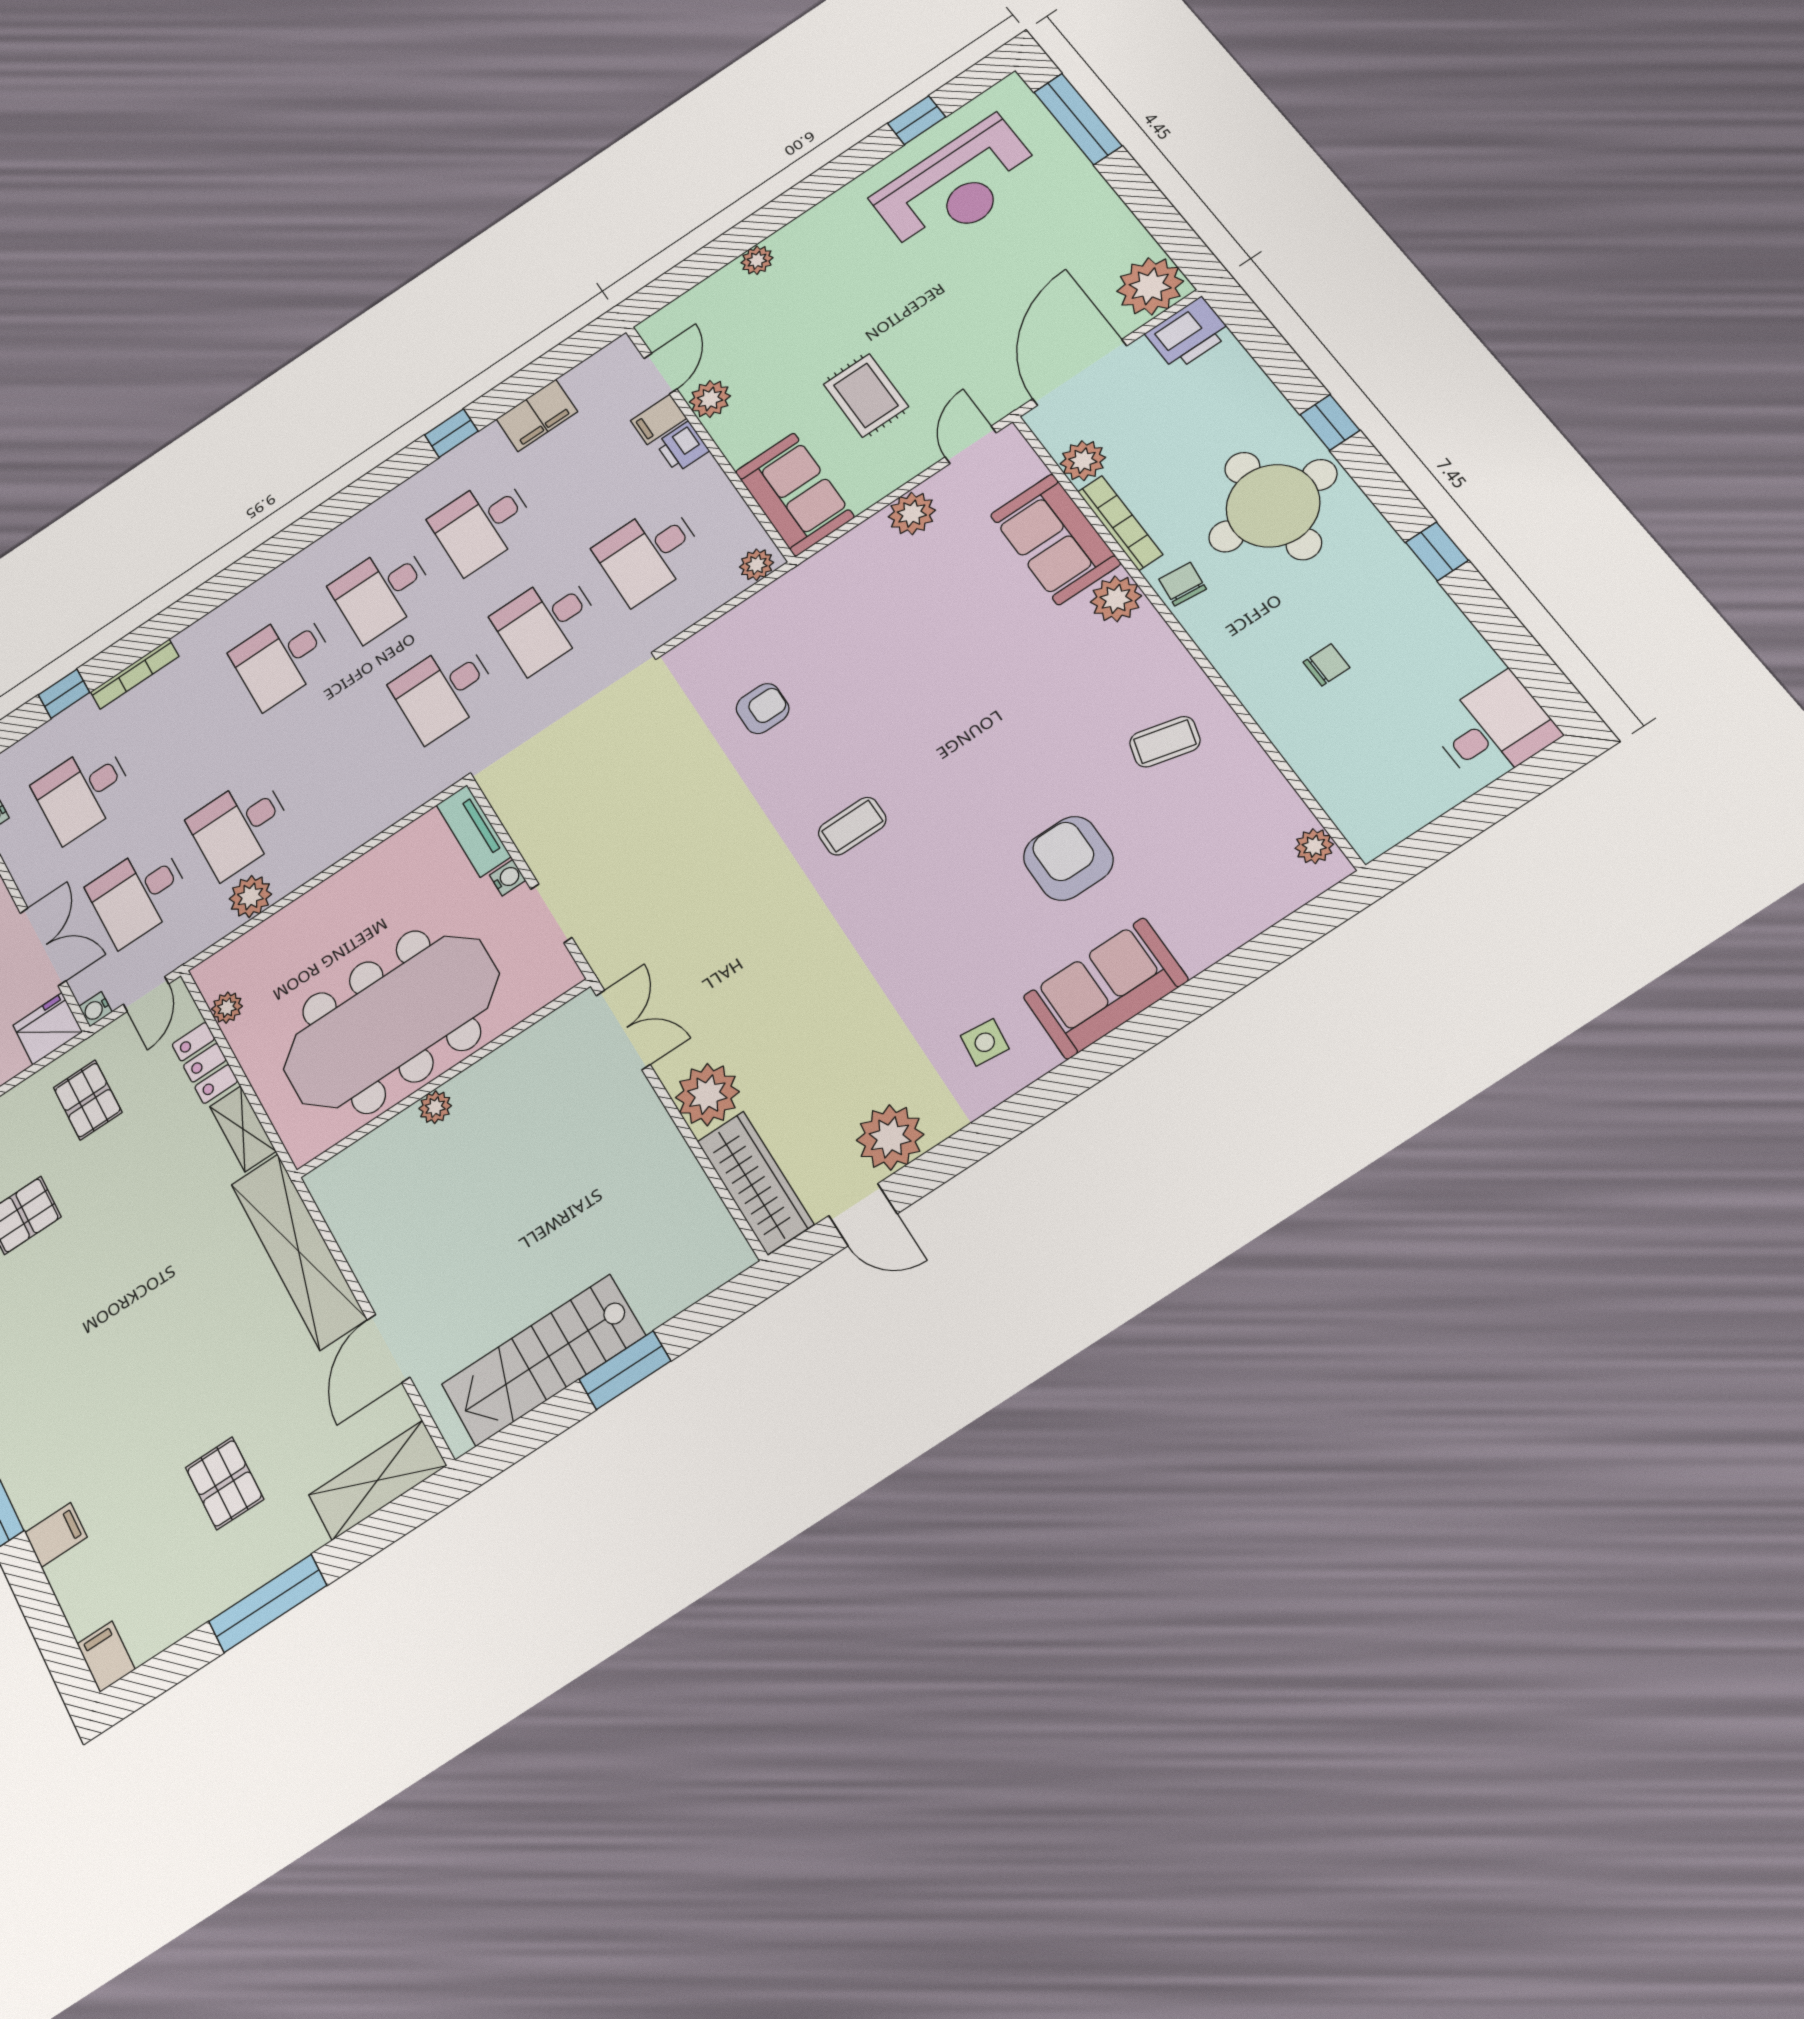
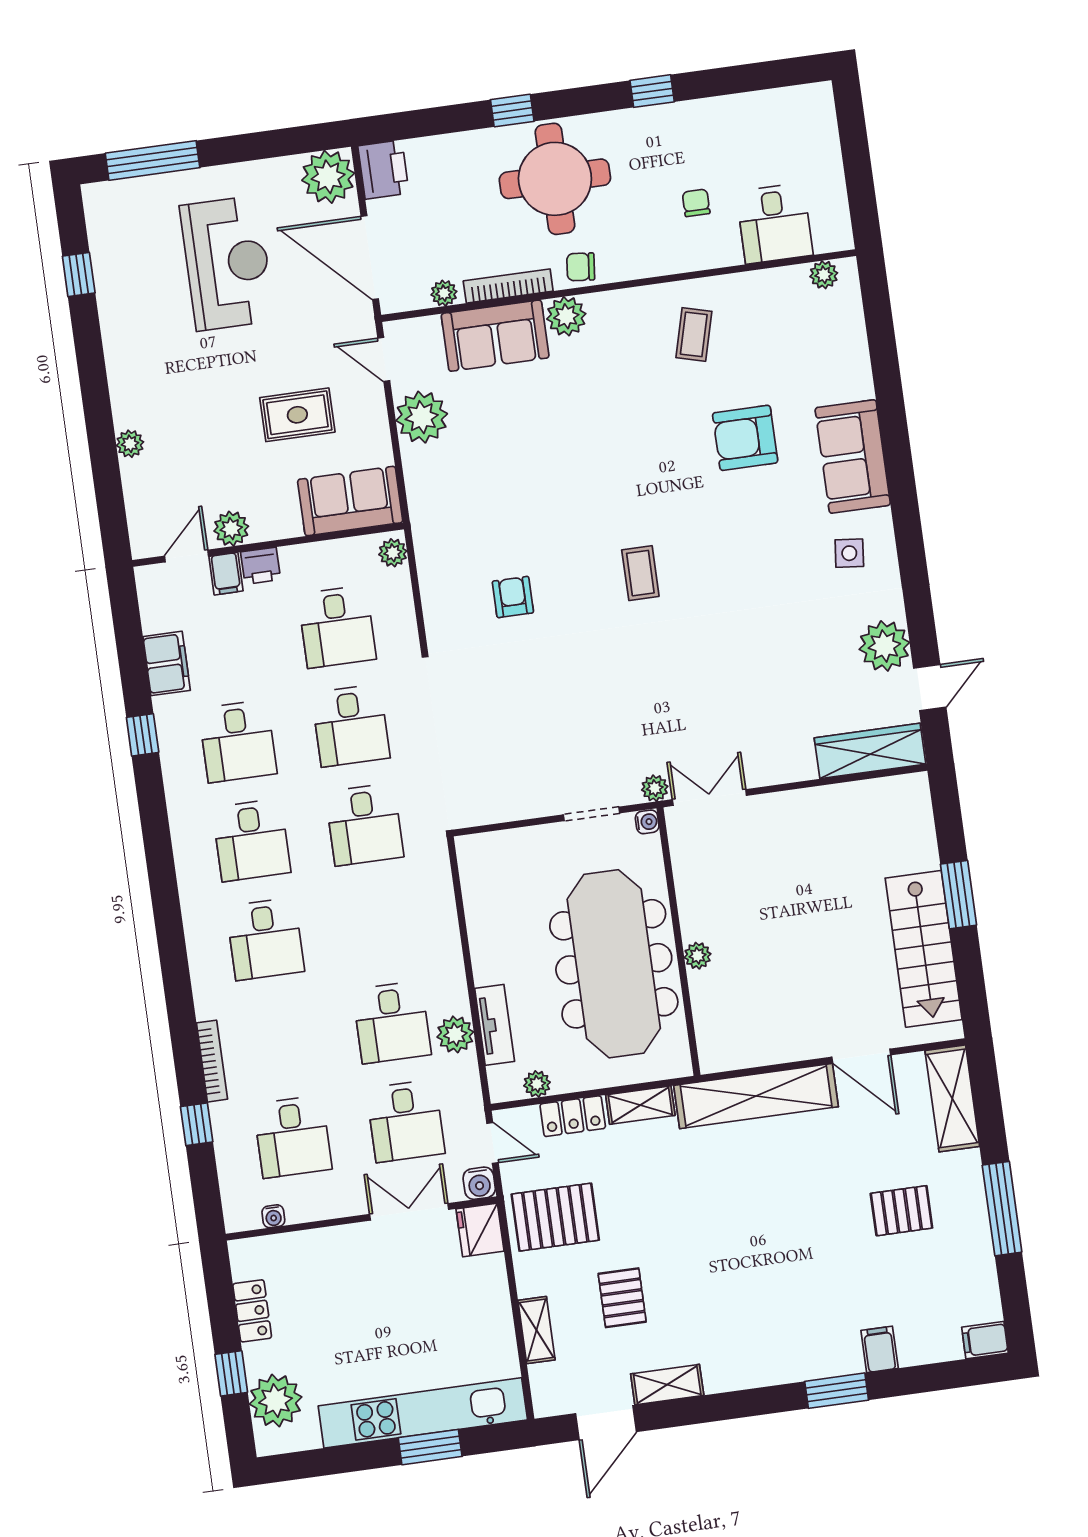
reception desk: (957, 186) -> (227, 263), moved
door: (661, 374) -> (187, 556), hinge flipped
plant: (1083, 461) -> (444, 293), width x0.73, depth x0.73
plant: (912, 514) -> (422, 417), width x1.36, depth x1.36
desk: (1494, 729) -> (775, 223), moved, turned 180
tv unit: (474, 831) -> (495, 1025), moved, turned -90
water cooler: (508, 878) -> (647, 822), moved, turned 90
water cooler: (95, 1009) -> (479, 1183), width x1.38, depth x1.38
plant: (707, 1095) -> (655, 788), moved, width x0.53, depth x0.53
pallet: (88, 1100) -> (555, 1217), width x1.50, depth x1.42

